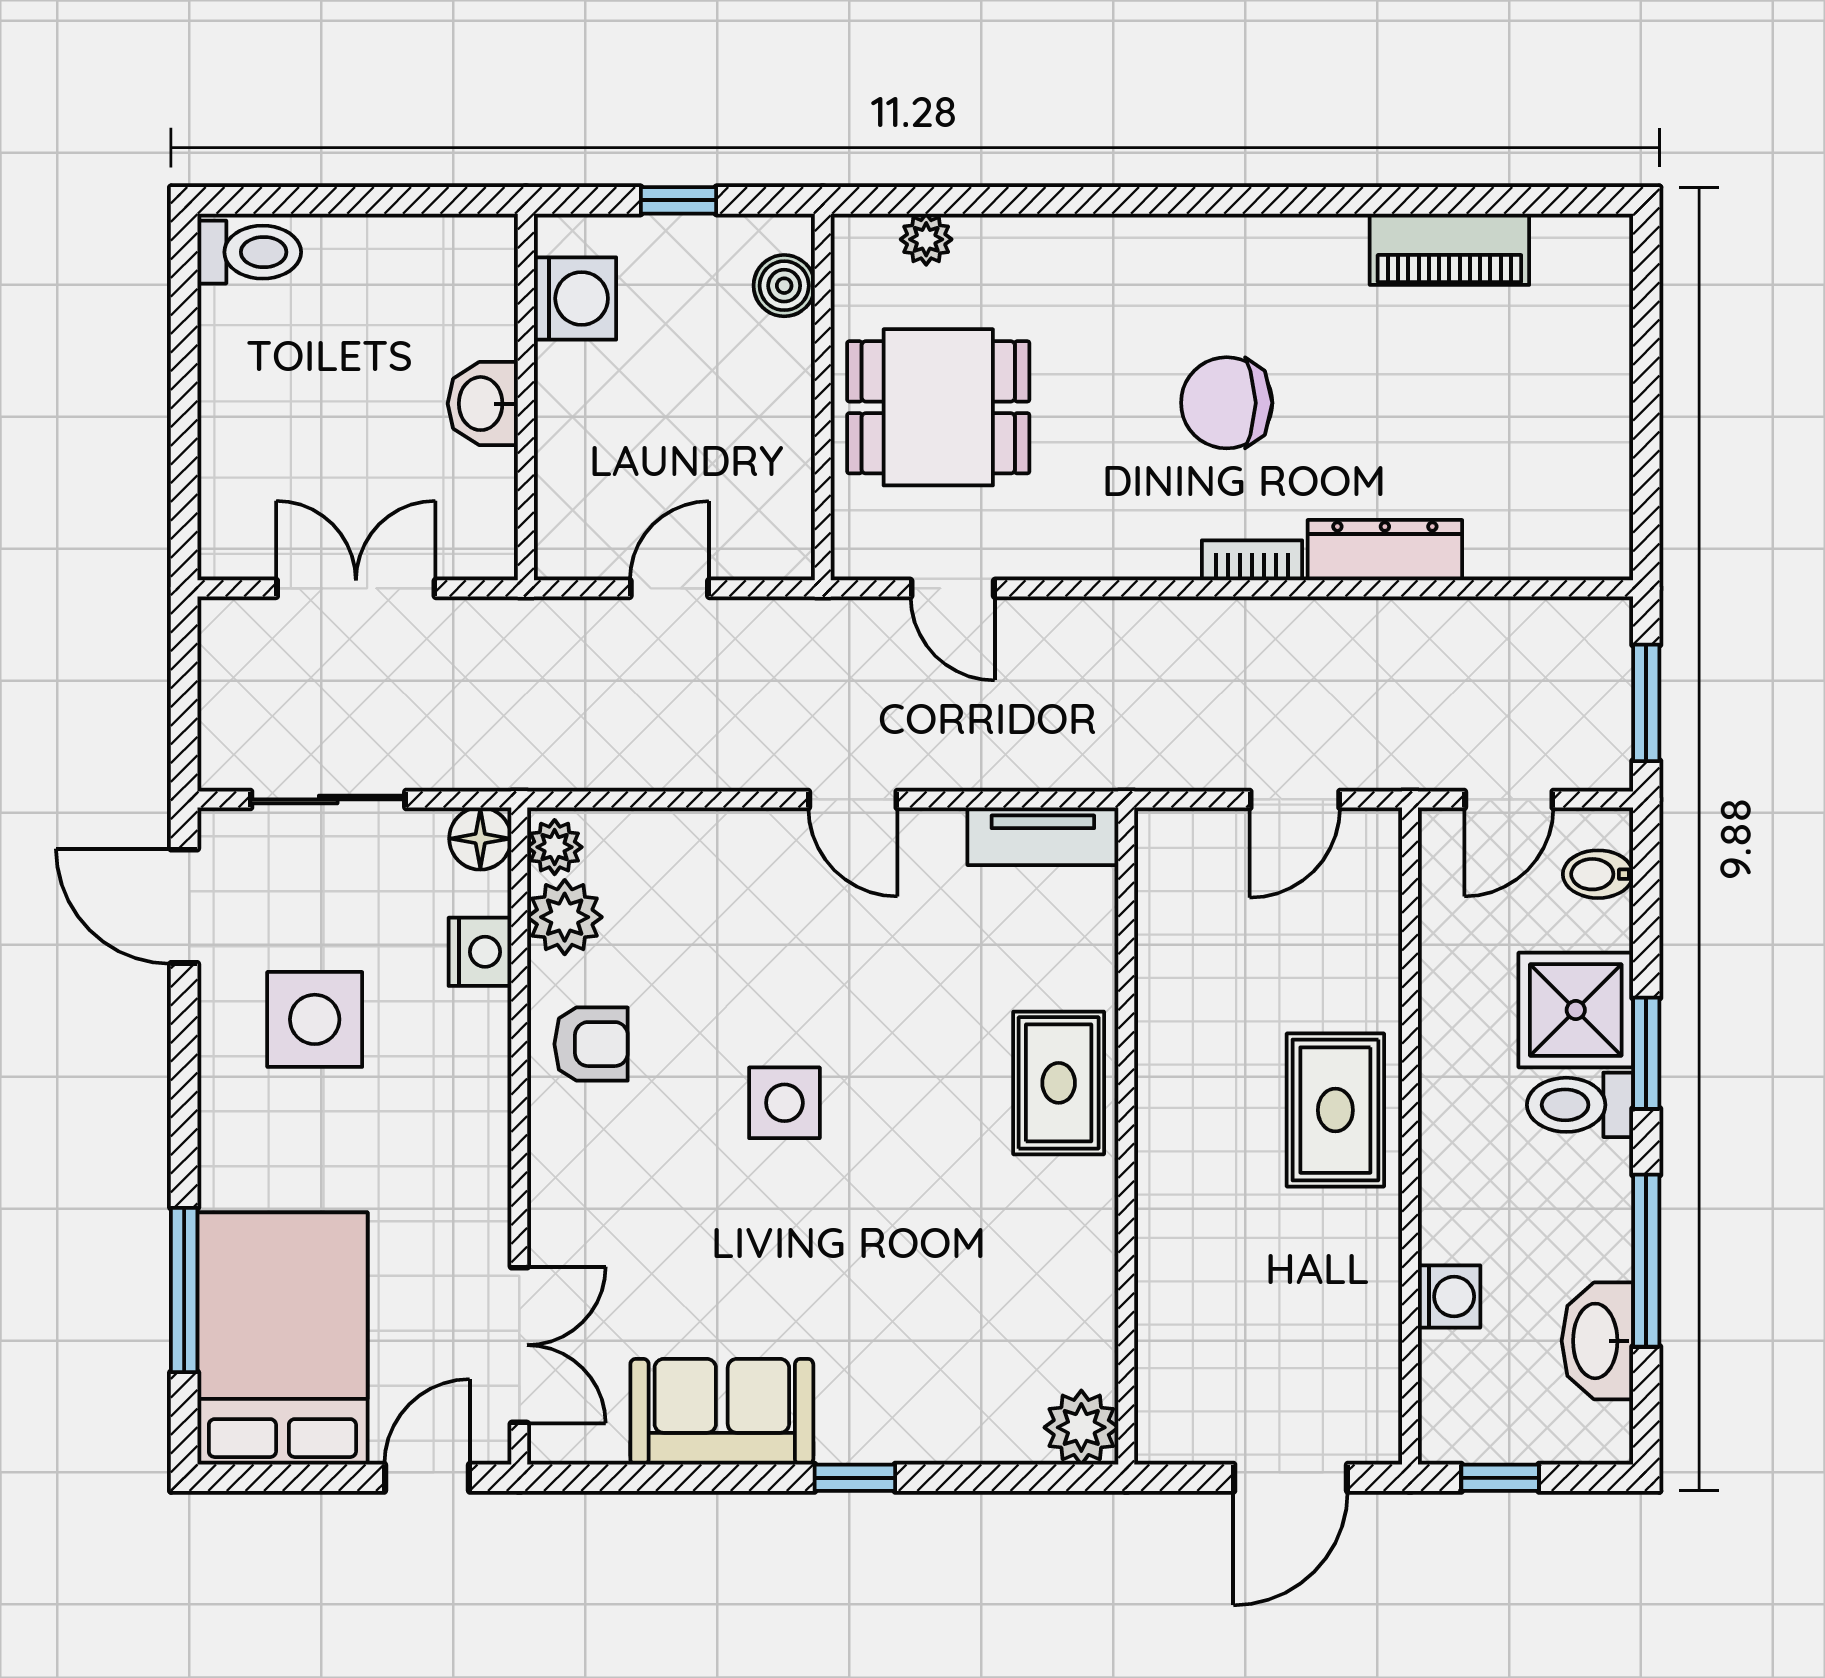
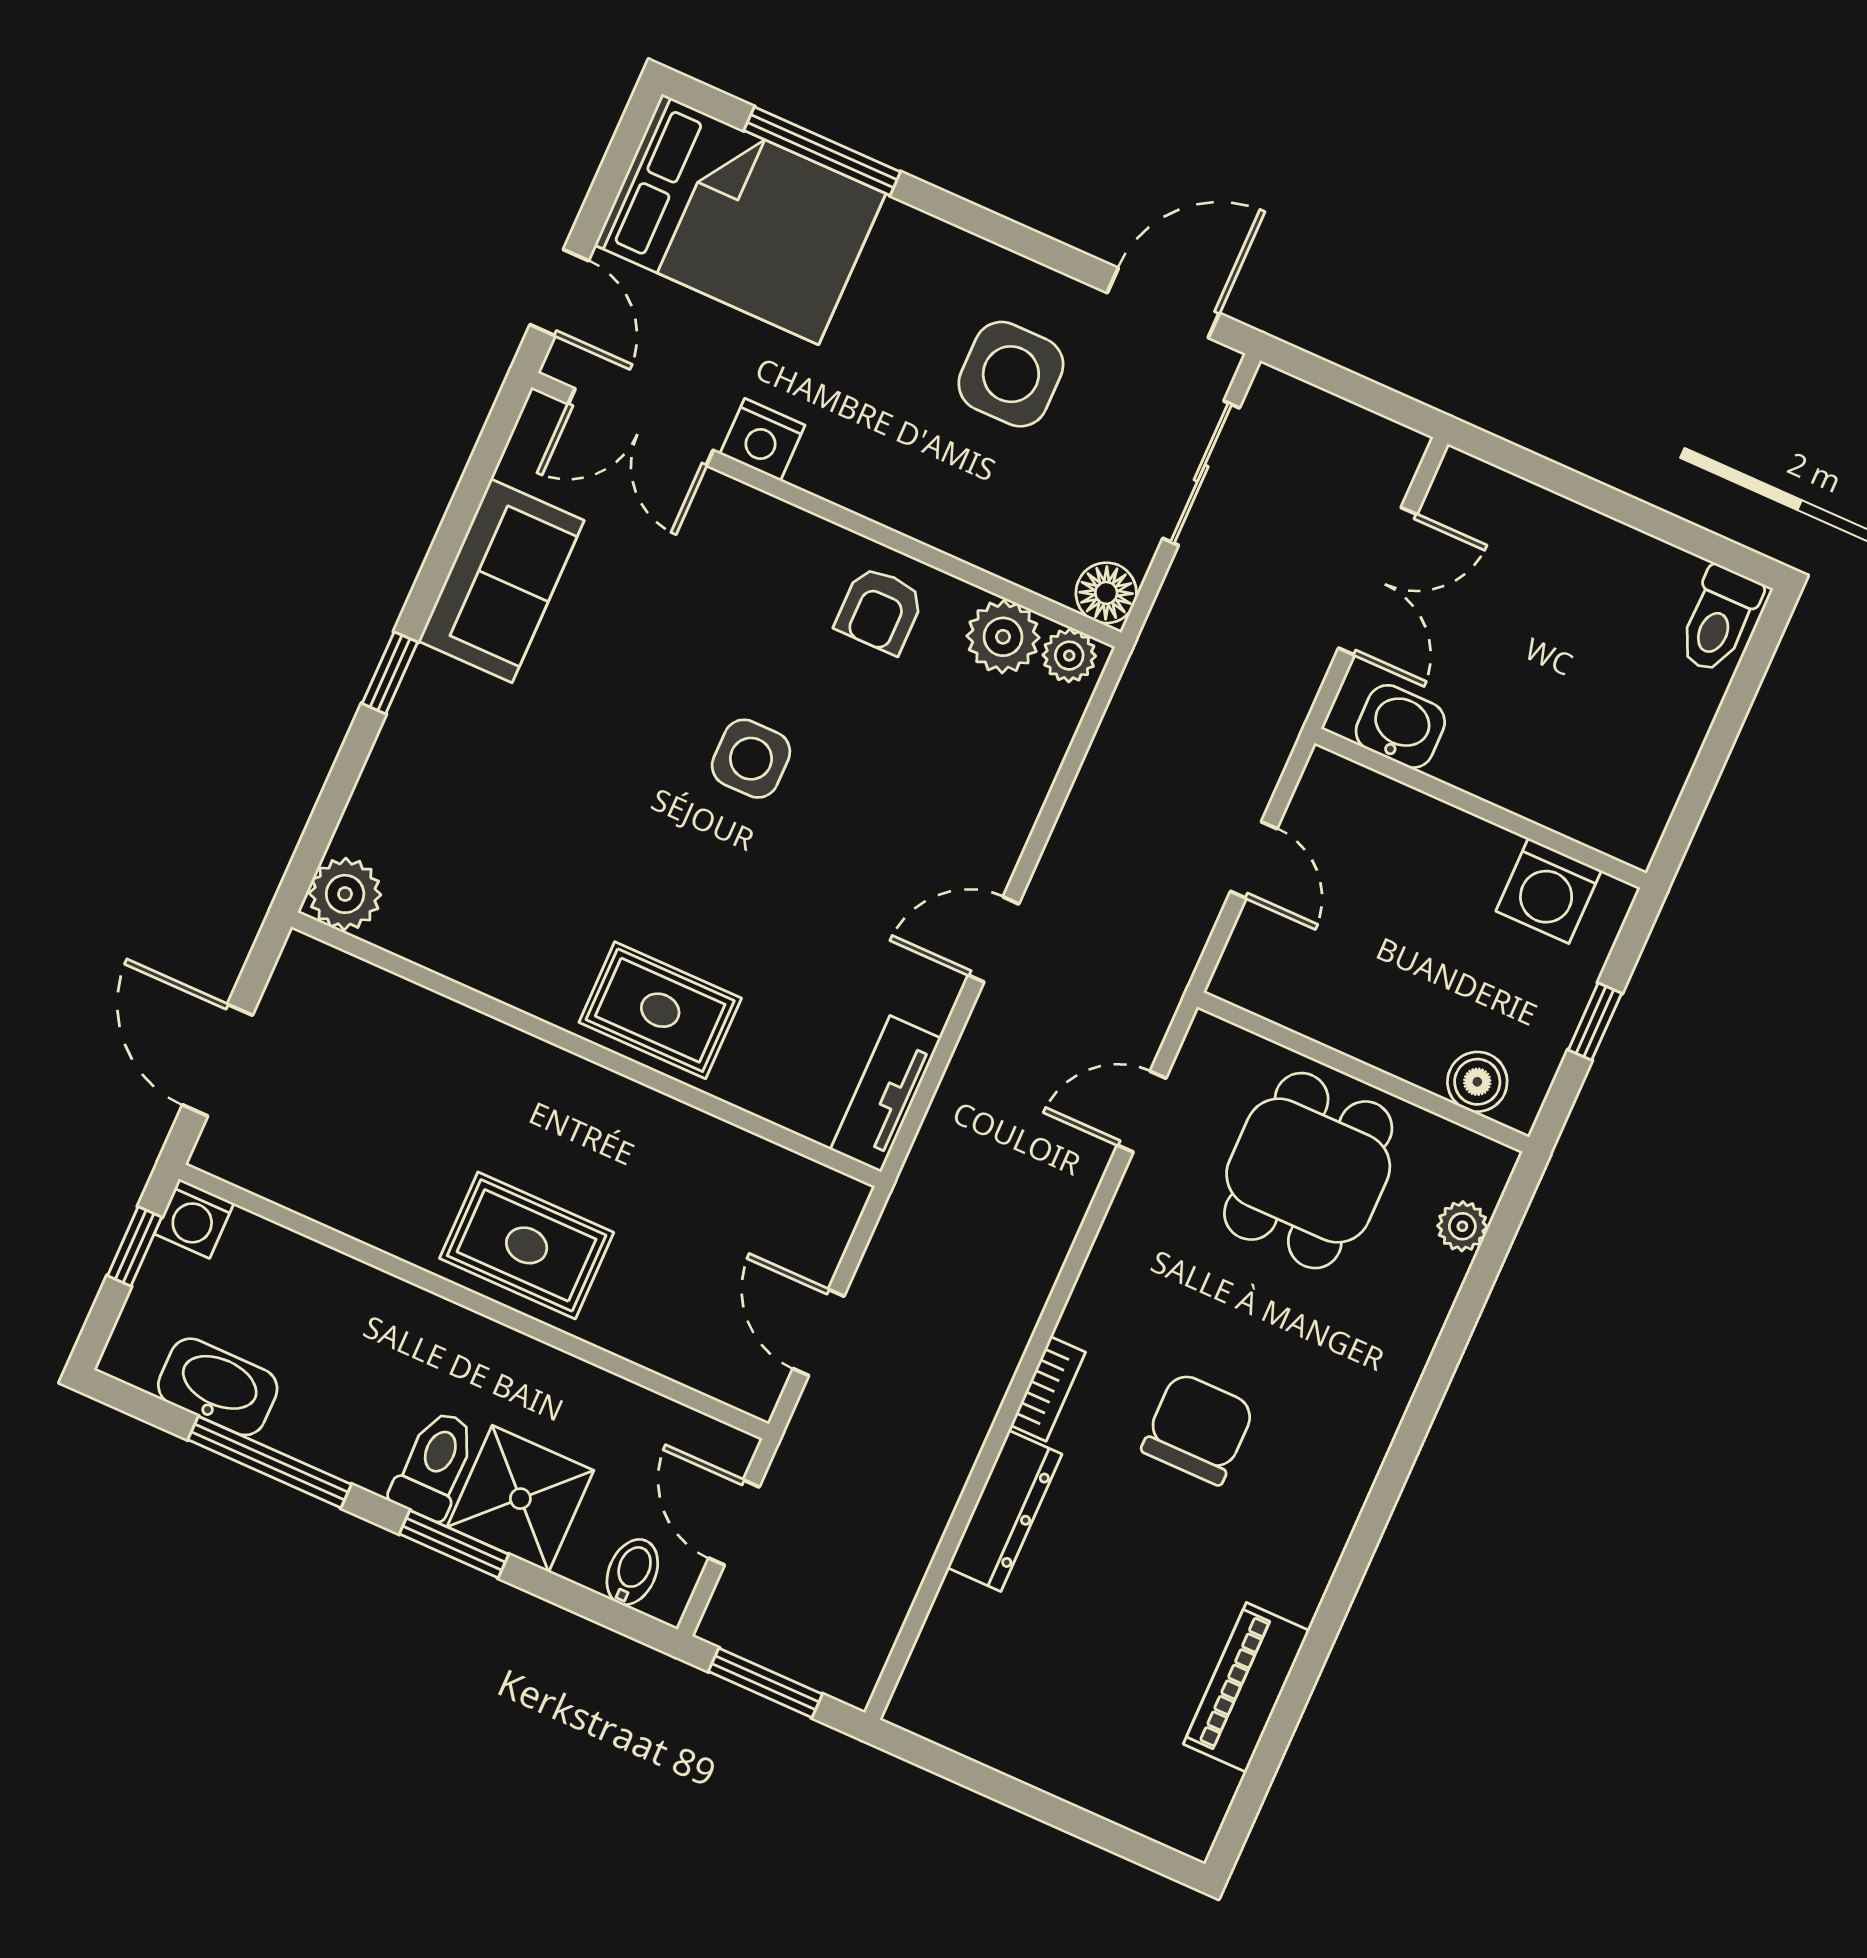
washbasin: (483, 404) -> (1400, 726), moved
nightstand: (480, 952) -> (762, 440), moved
washing machine: (1449, 1297) -> (194, 1219), moved

